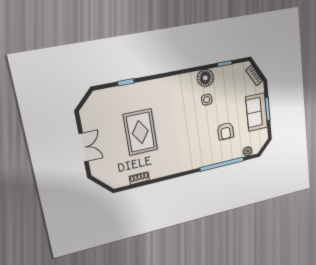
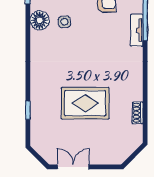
double door: (84, 147) -> (73, 167), moved
tv unit: (207, 161) -> (137, 30), added

